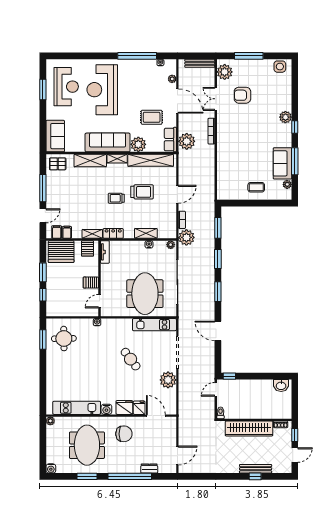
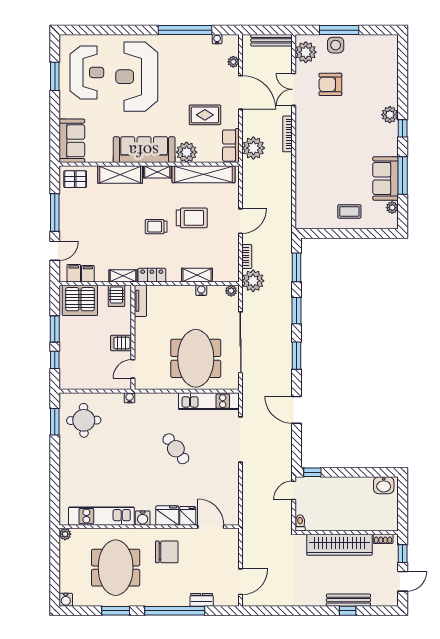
side table: (280, 67) -> (336, 45), moved
plant: (168, 380) -> (228, 477), removed

